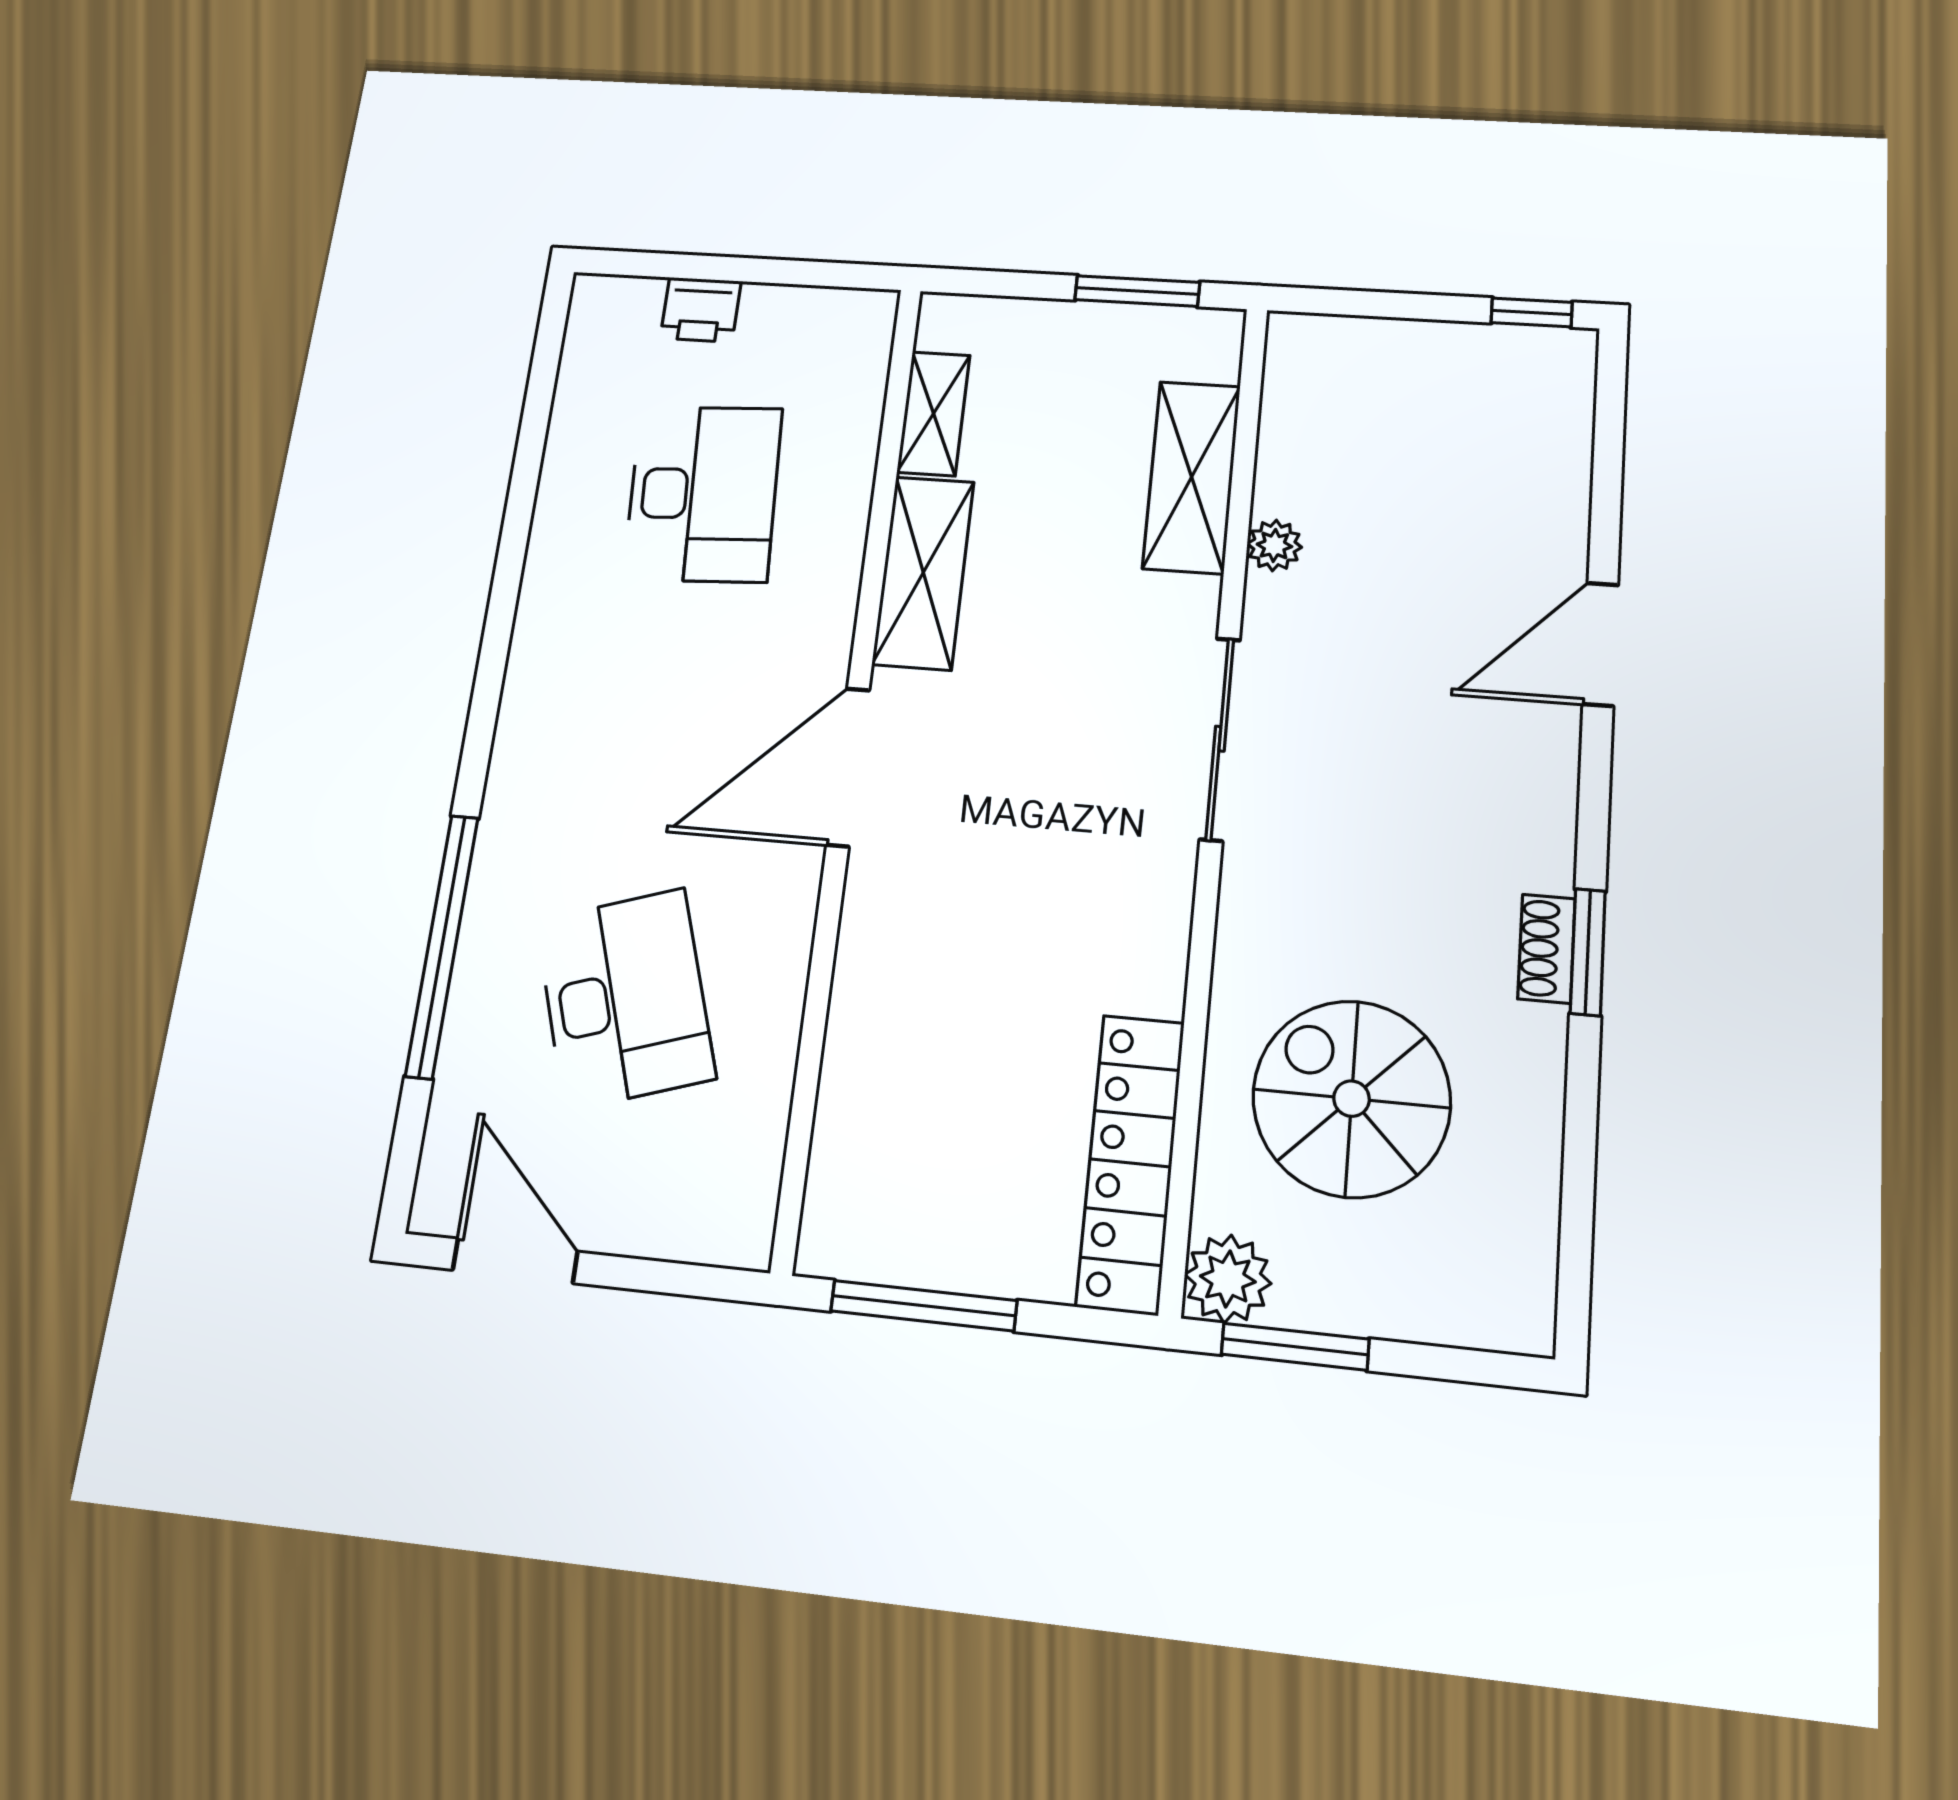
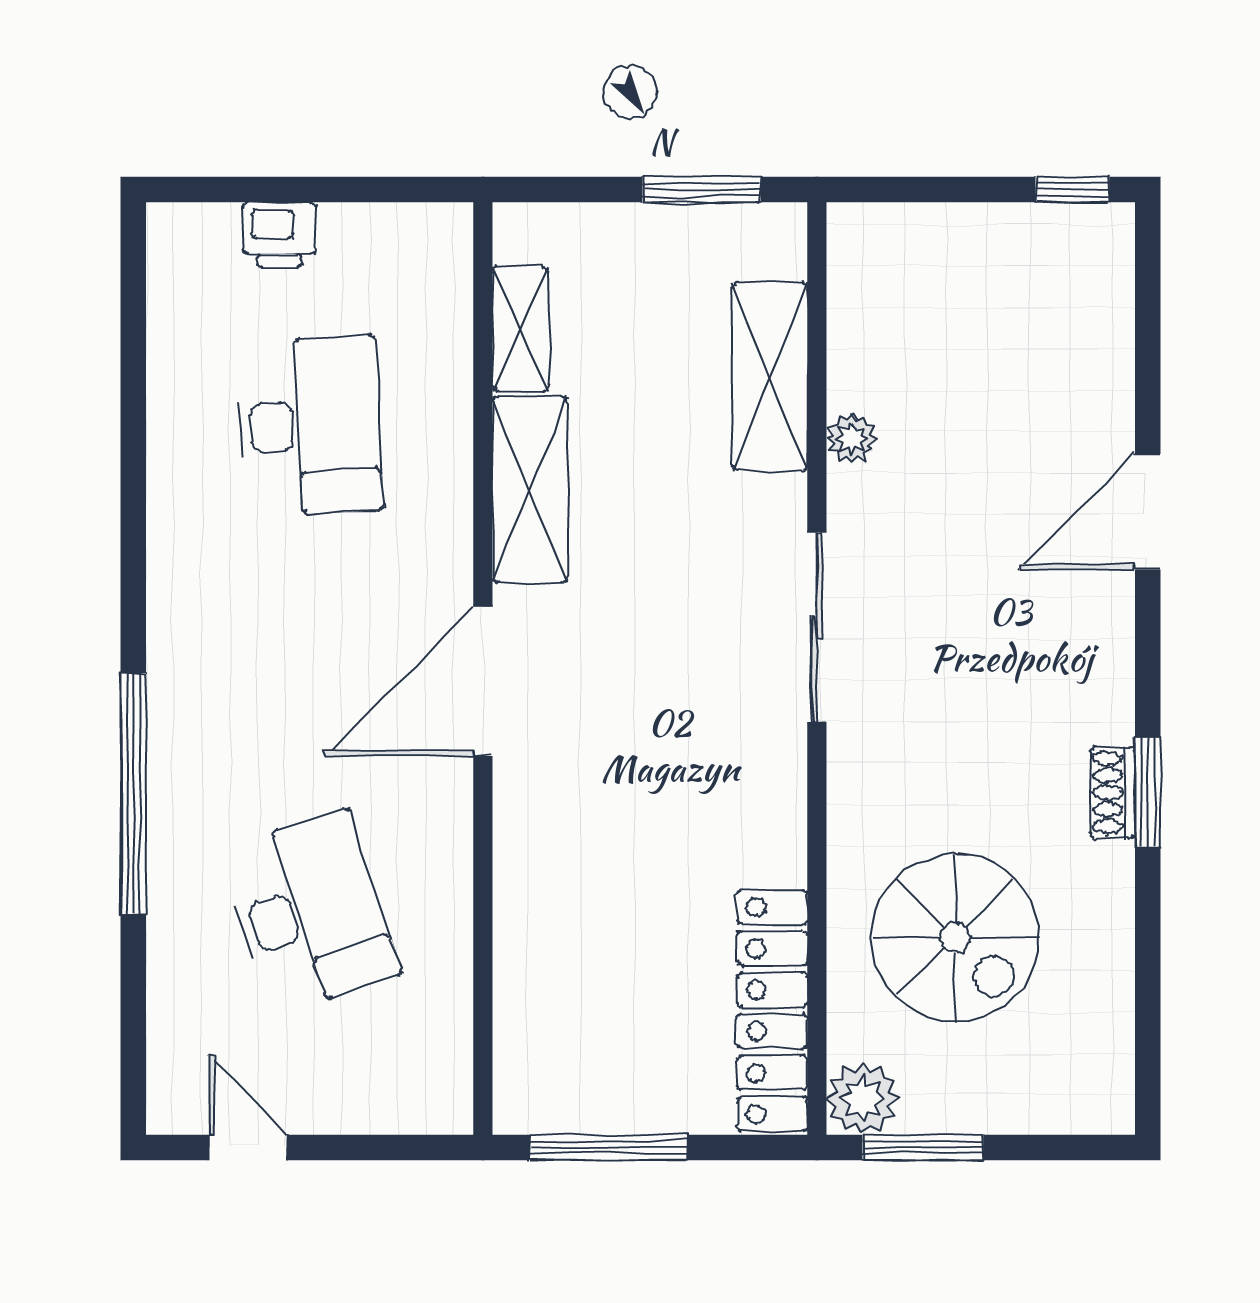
window: (442, 946) -> (133, 794), moved
spiral stairs: (1351, 1099) -> (955, 938), turned 180
door: (515, 1261) -> (248, 1147), width x0.73

